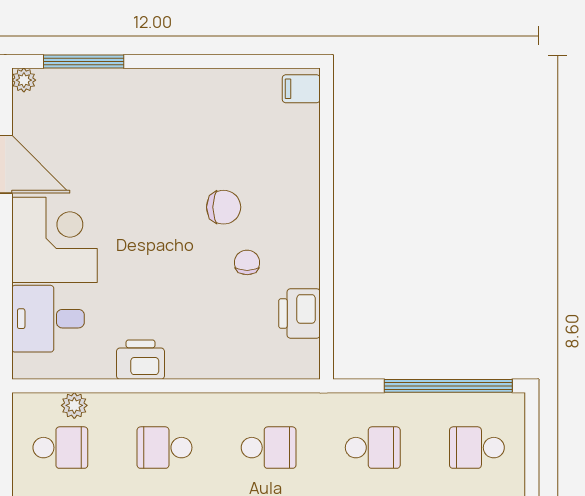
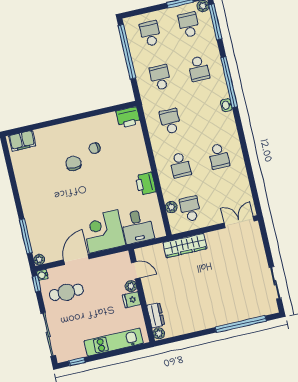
filing cabinet: (301, 89) -> (22, 141), width x2.00
printer: (299, 313) -> (128, 117), moved
school desk: (477, 448) -> (150, 34), turned 180

